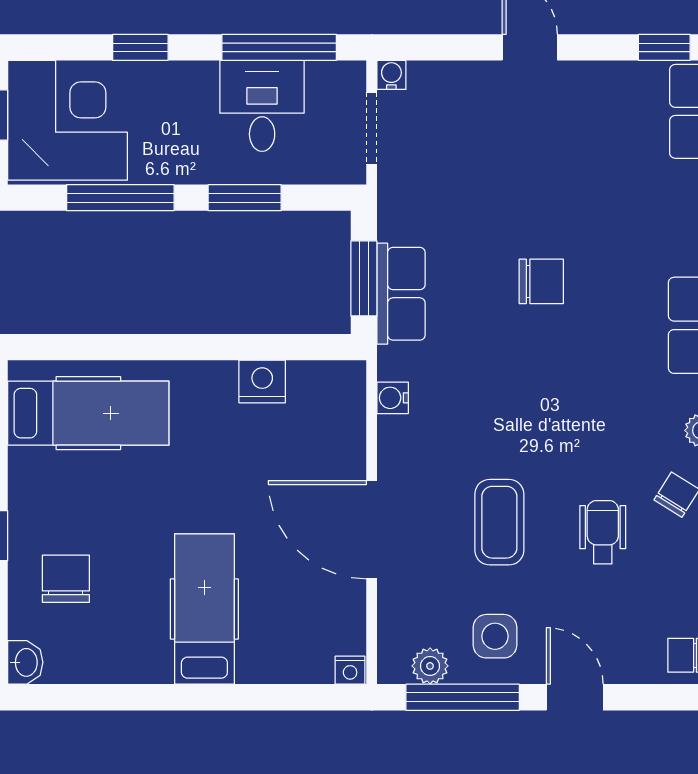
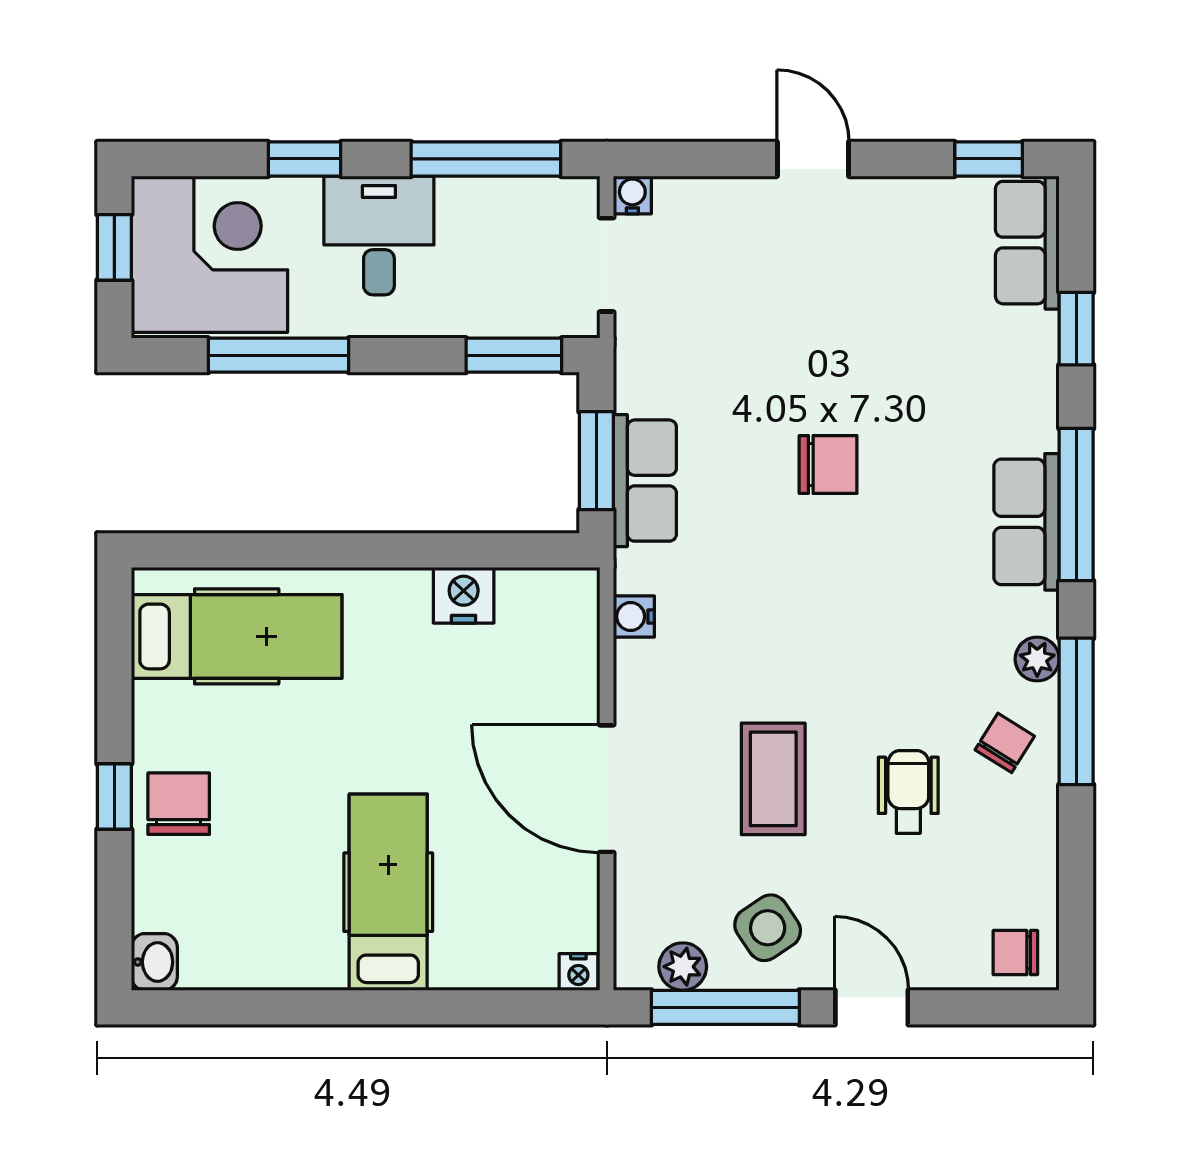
desk: (262, 106) -> (379, 235), moved
window: (245, 198) -> (514, 355), moved
chair: (66, 579) -> (179, 804), moved
side table: (495, 636) -> (768, 928), turned -34

